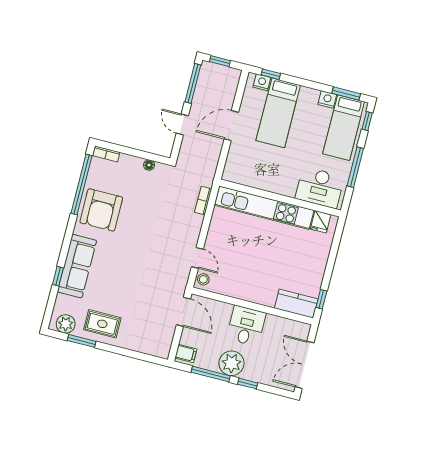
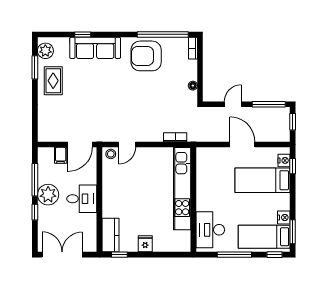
fridge: (321, 222) -> (145, 244), moved, turned 90
filing cabinet: (186, 353) -> (61, 155), moved

